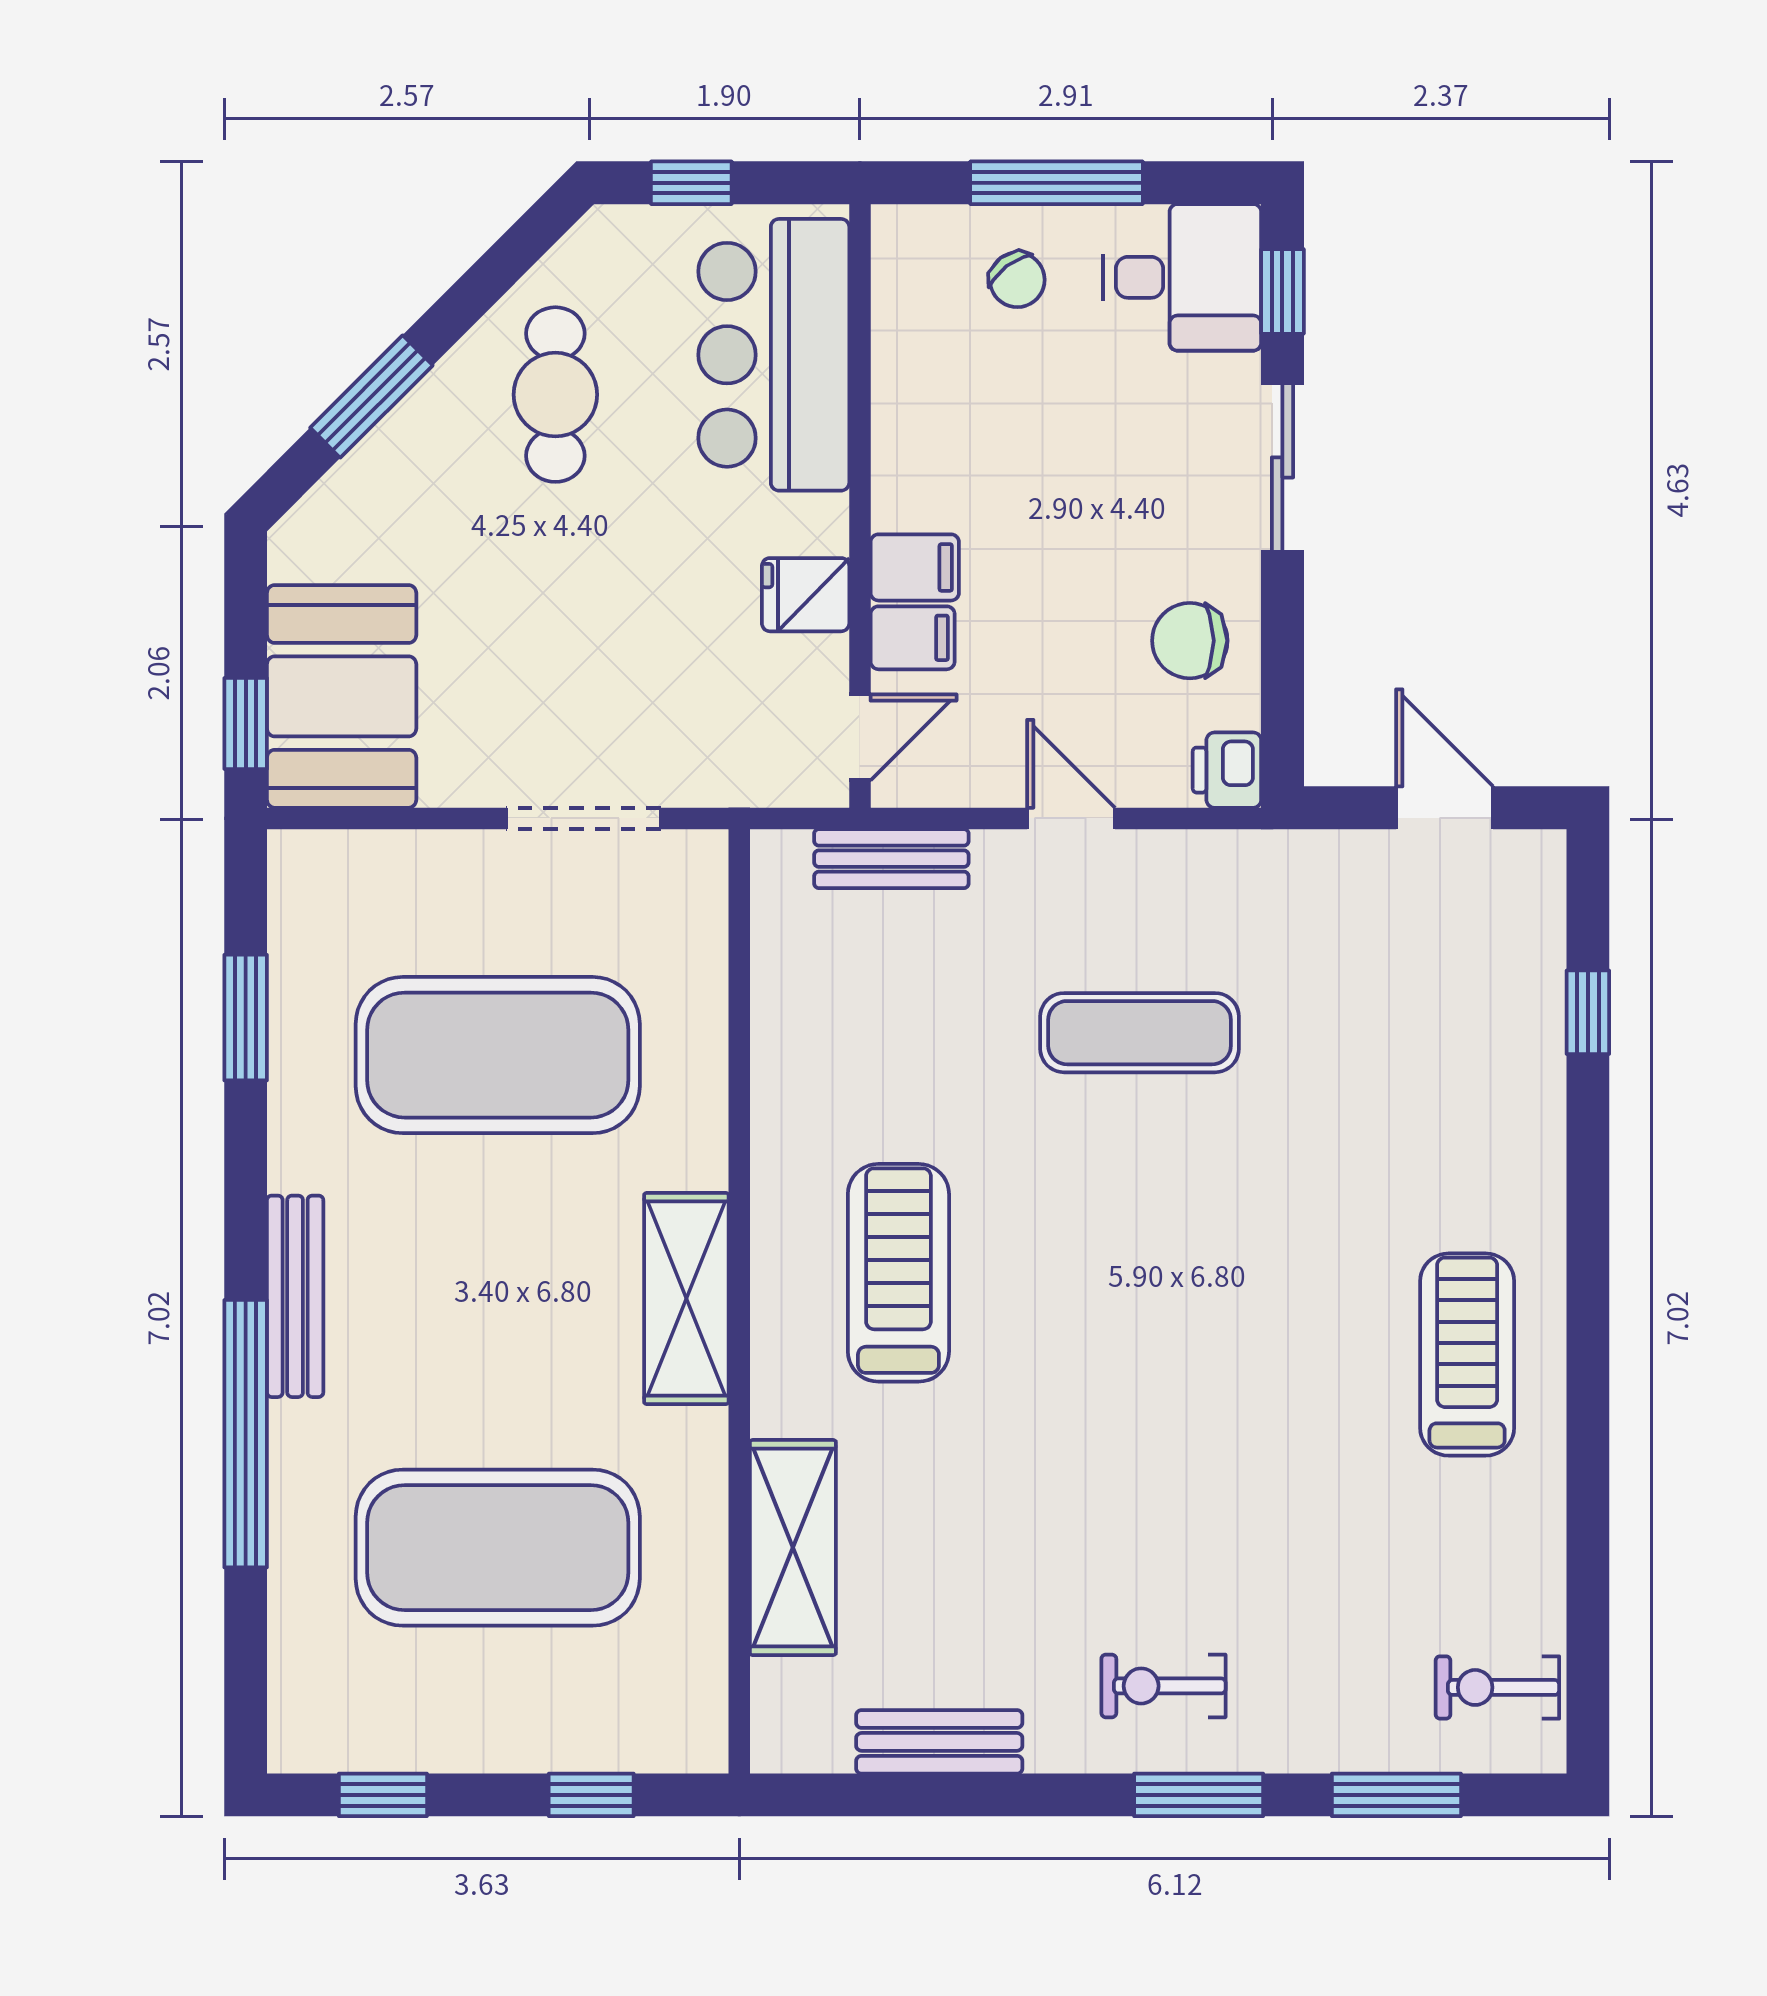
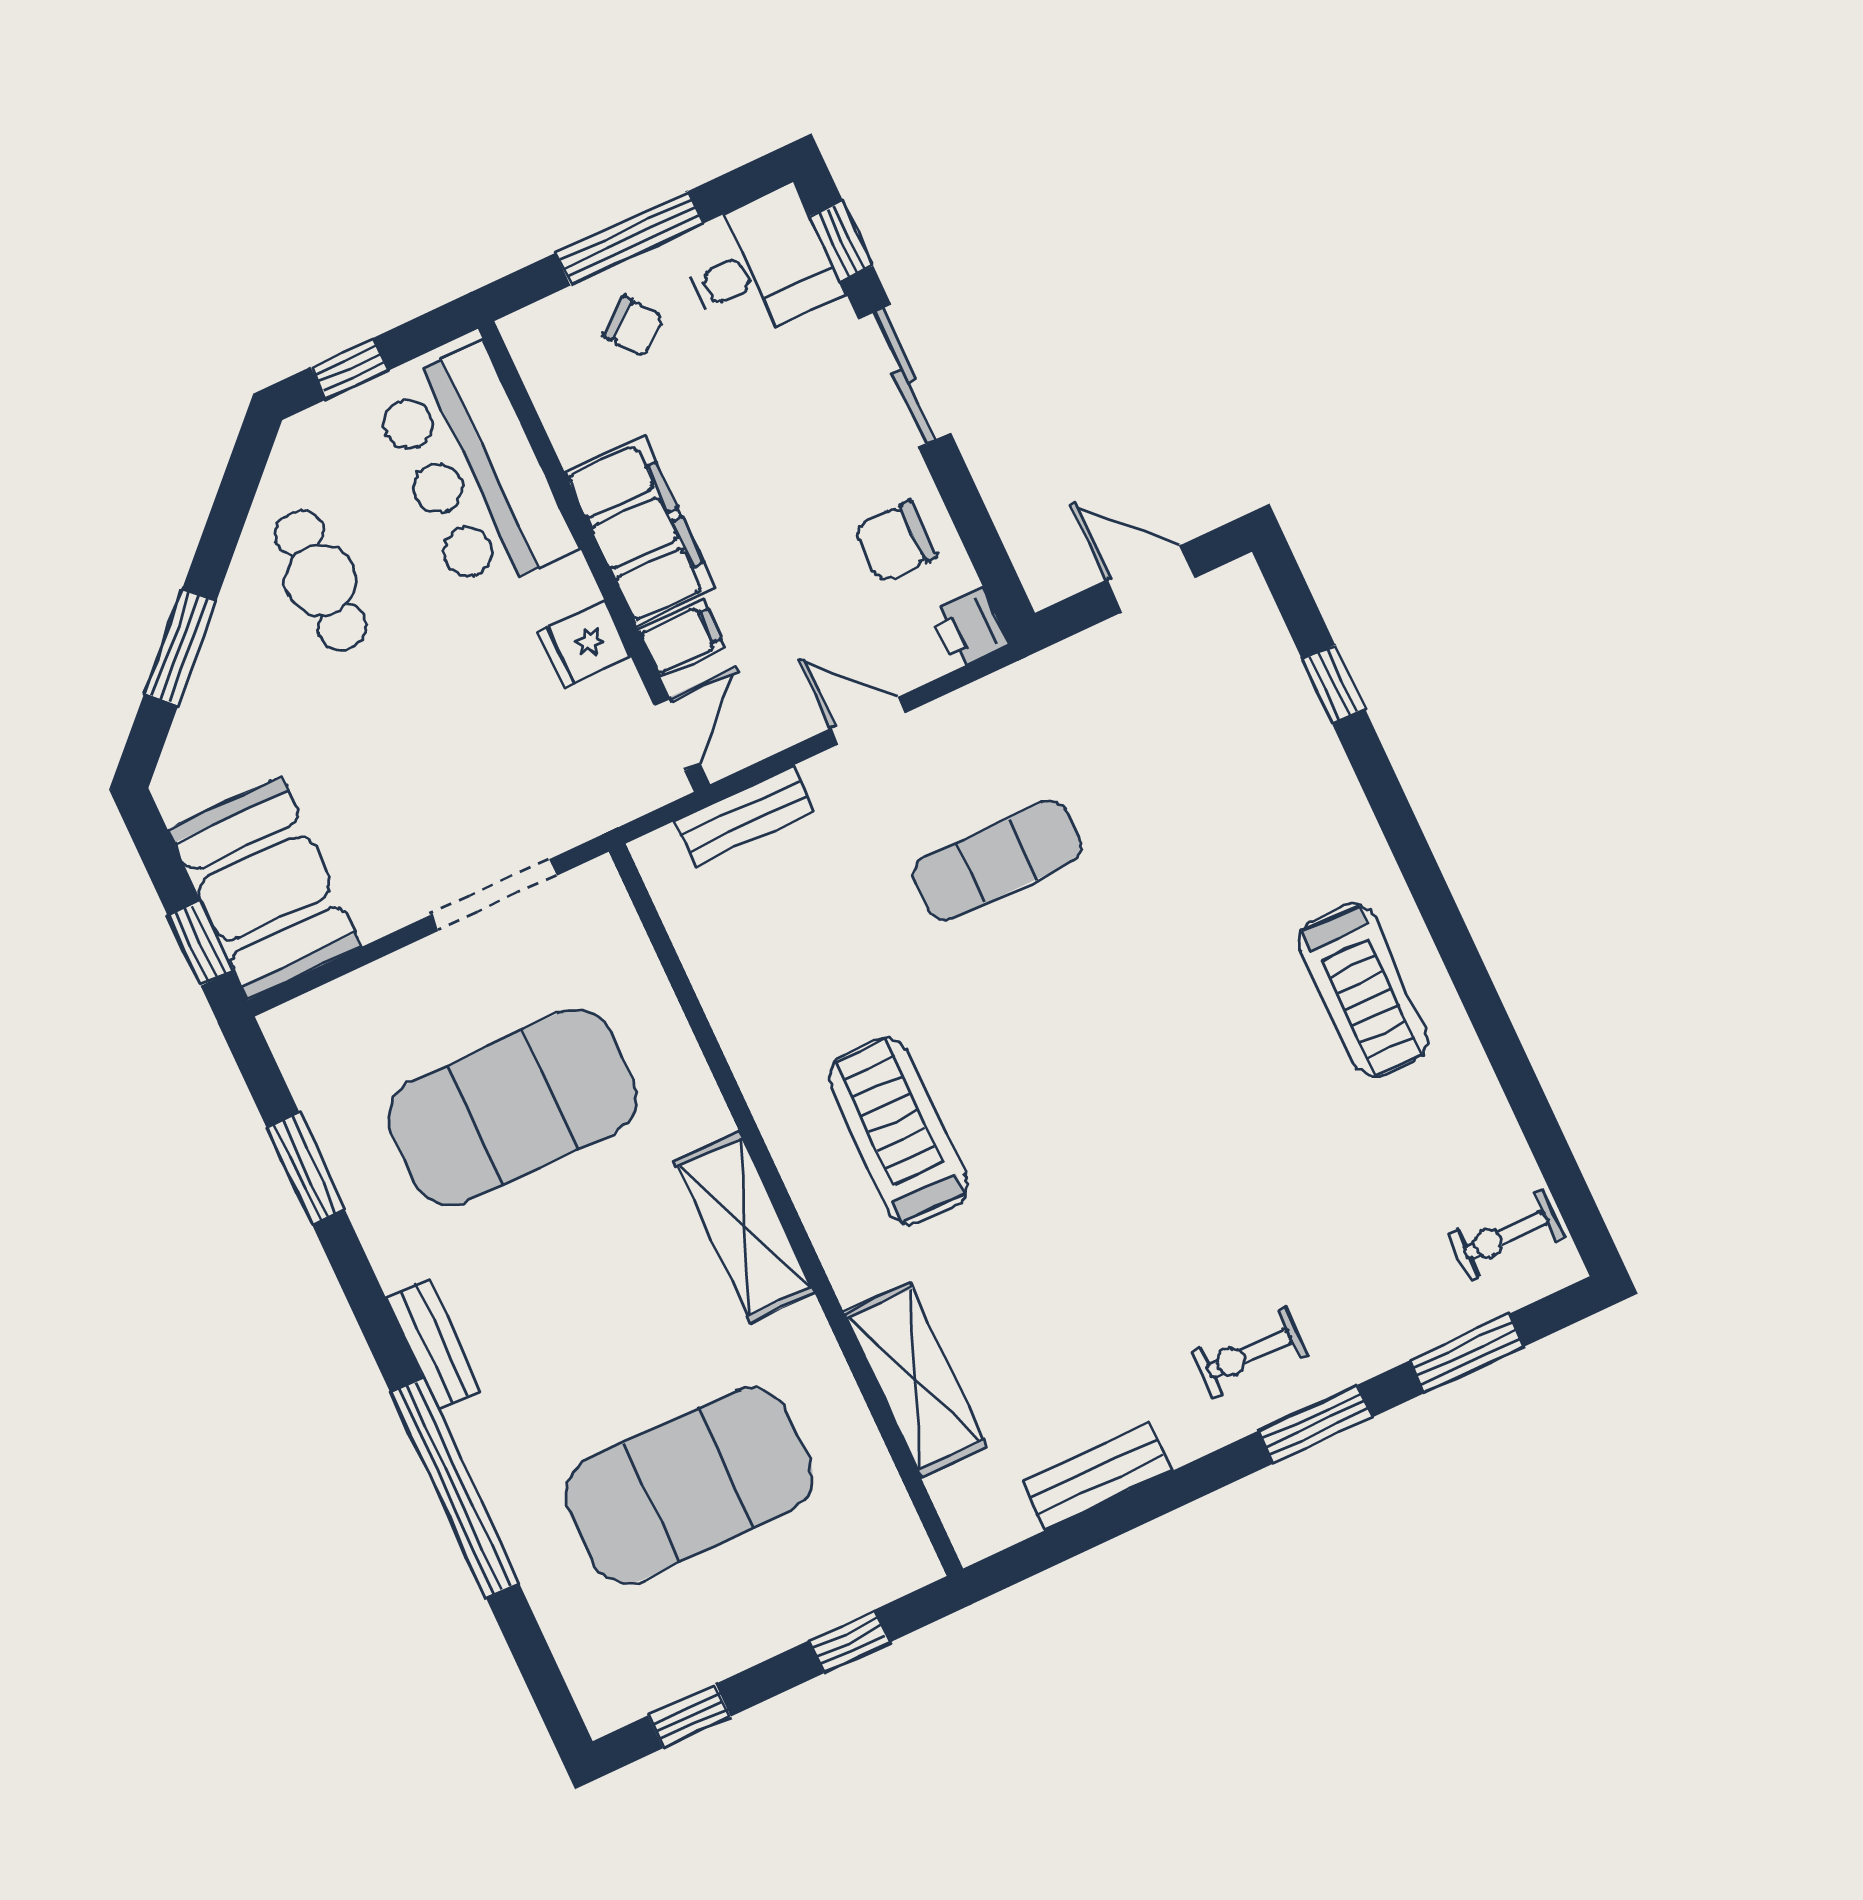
filing cabinet: (915, 567) -> (640, 531), width x3.00, depth x1.17
bench: (295, 1296) -> (434, 1344), width x0.73
treadmill: (1467, 1355) -> (1364, 990), turned 180

